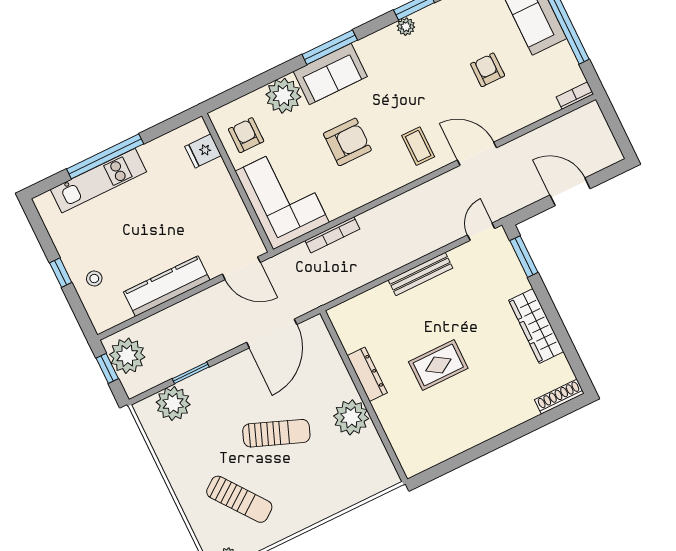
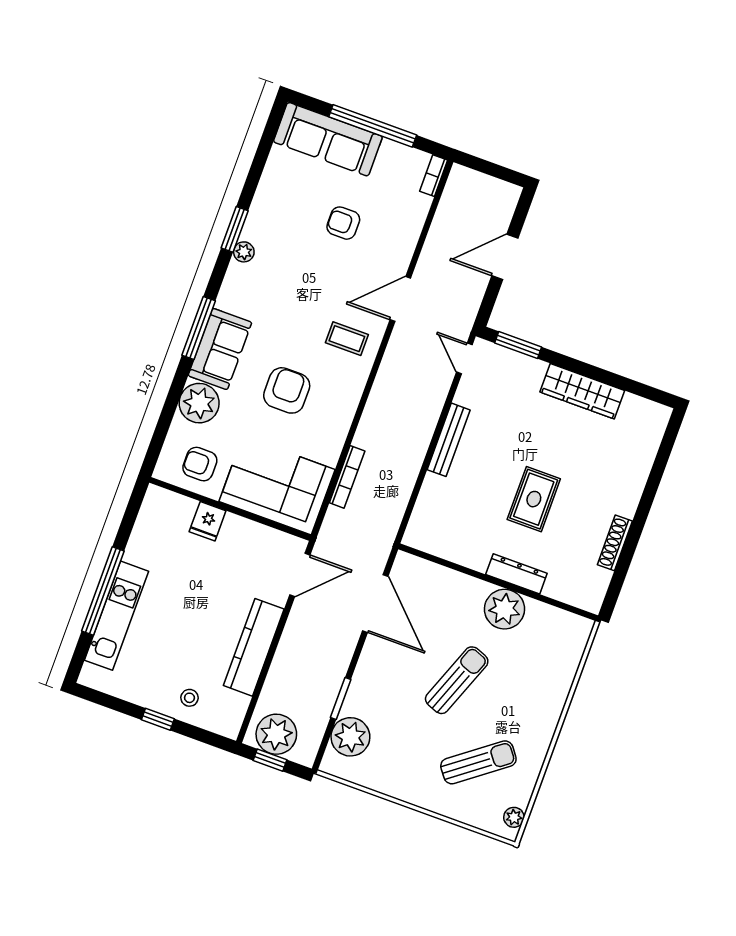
fridge: (203, 151) -> (208, 521), moved
dresser: (367, 374) -> (516, 574), moved
shoe rack: (559, 397) -> (615, 543), moved

